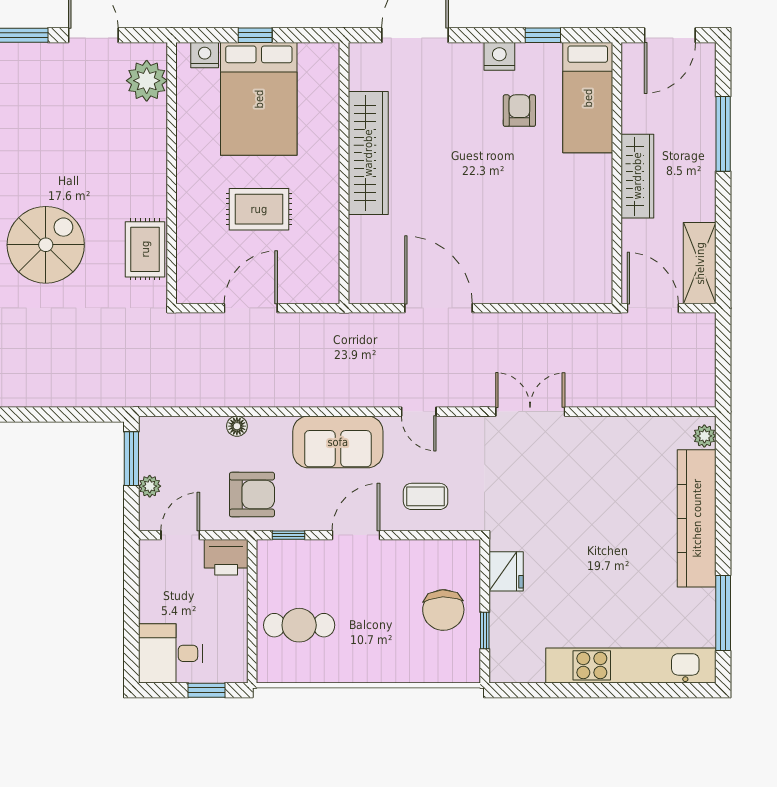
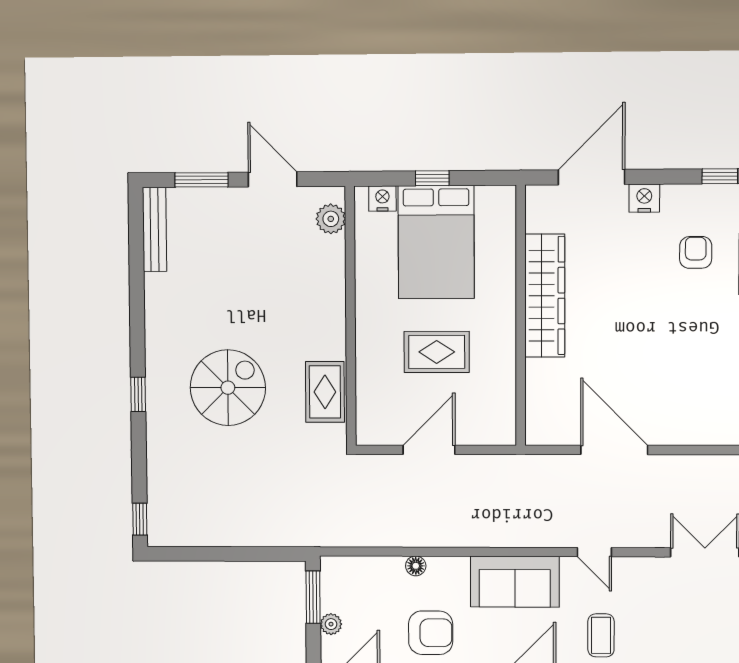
nightstand: (499, 56) -> (644, 198), moved
plant: (147, 81) -> (331, 219), width x0.73, depth x0.73
coffee table: (426, 496) -> (601, 635), turned 90

